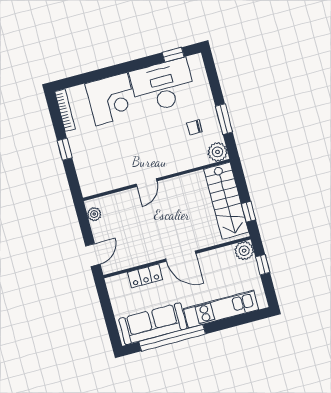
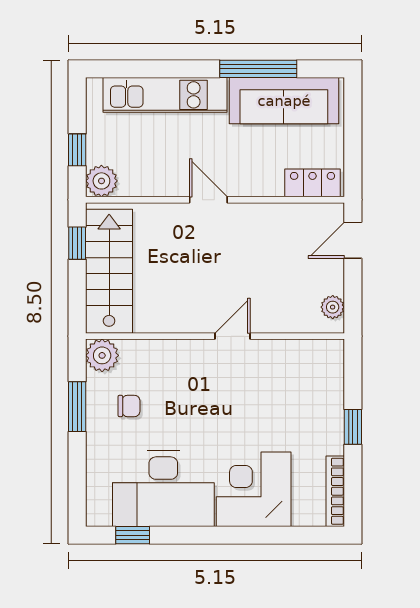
door: (181, 256) -> (208, 200), width x0.73
locker: (145, 276) -> (312, 183), moved
window: (172, 338) -> (258, 69), width x0.68

